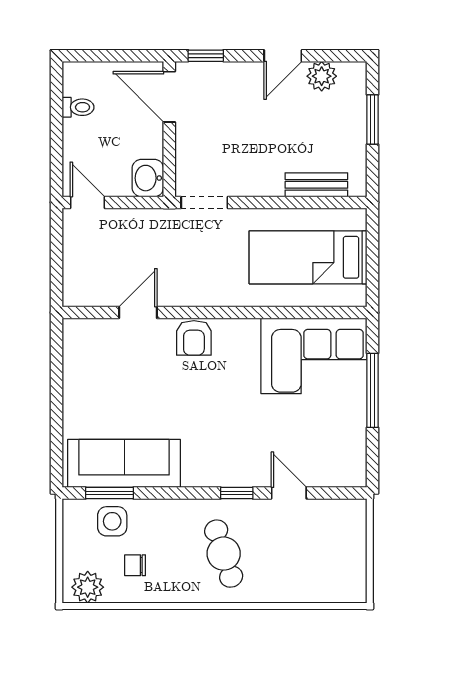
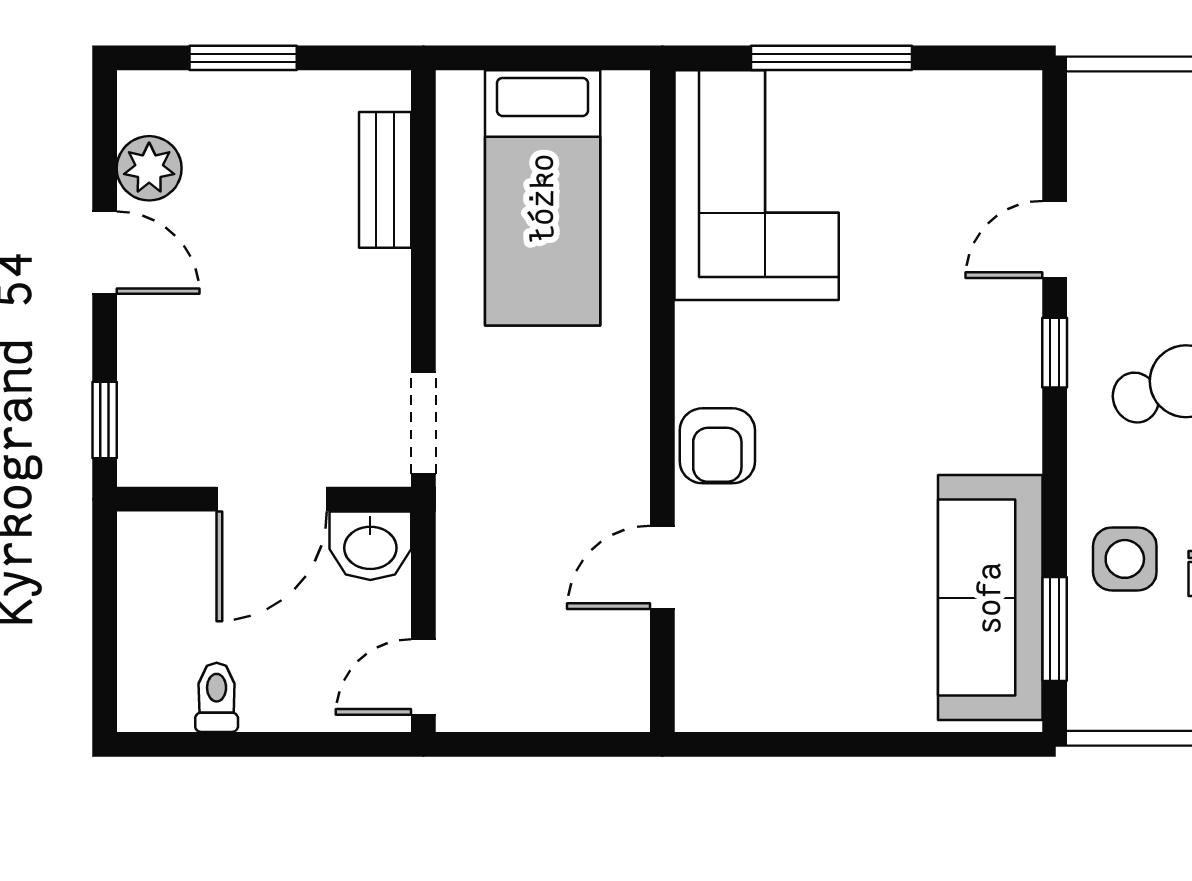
door: (169, 97) -> (272, 499), moved
door: (138, 312) -> (662, 567), hinge flipped
armchair: (194, 338) -> (717, 446), turned 90
side table: (112, 521) -> (1125, 559), moved

